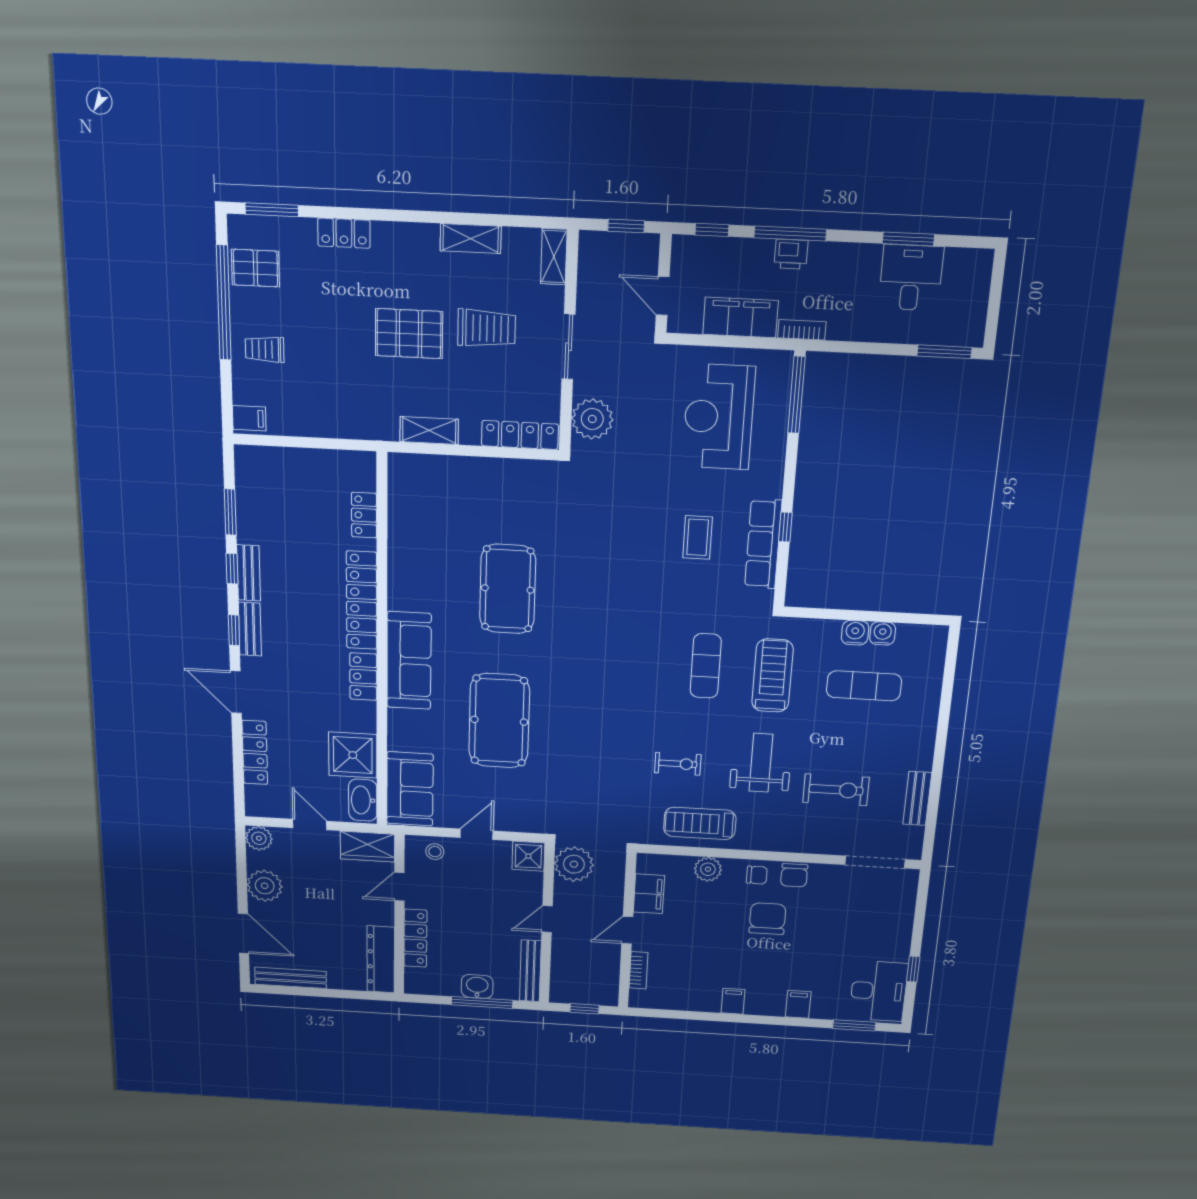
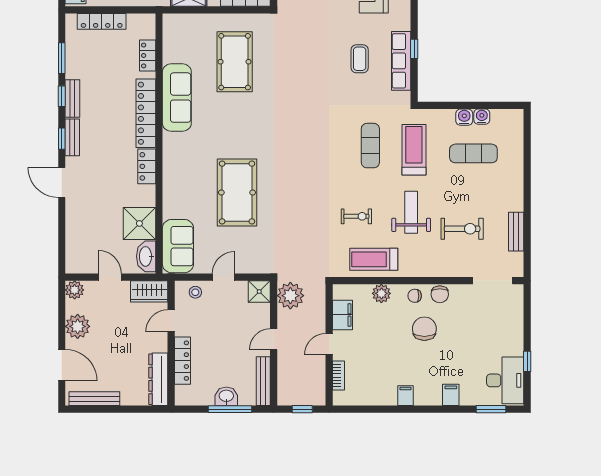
pool table: (508, 589) -> (235, 62), moved
sofa: (409, 661) -> (177, 98), moved
locker: (255, 752) -> (102, 21), moved, turned 90
chair: (757, 875) -> (415, 296), turned 180

